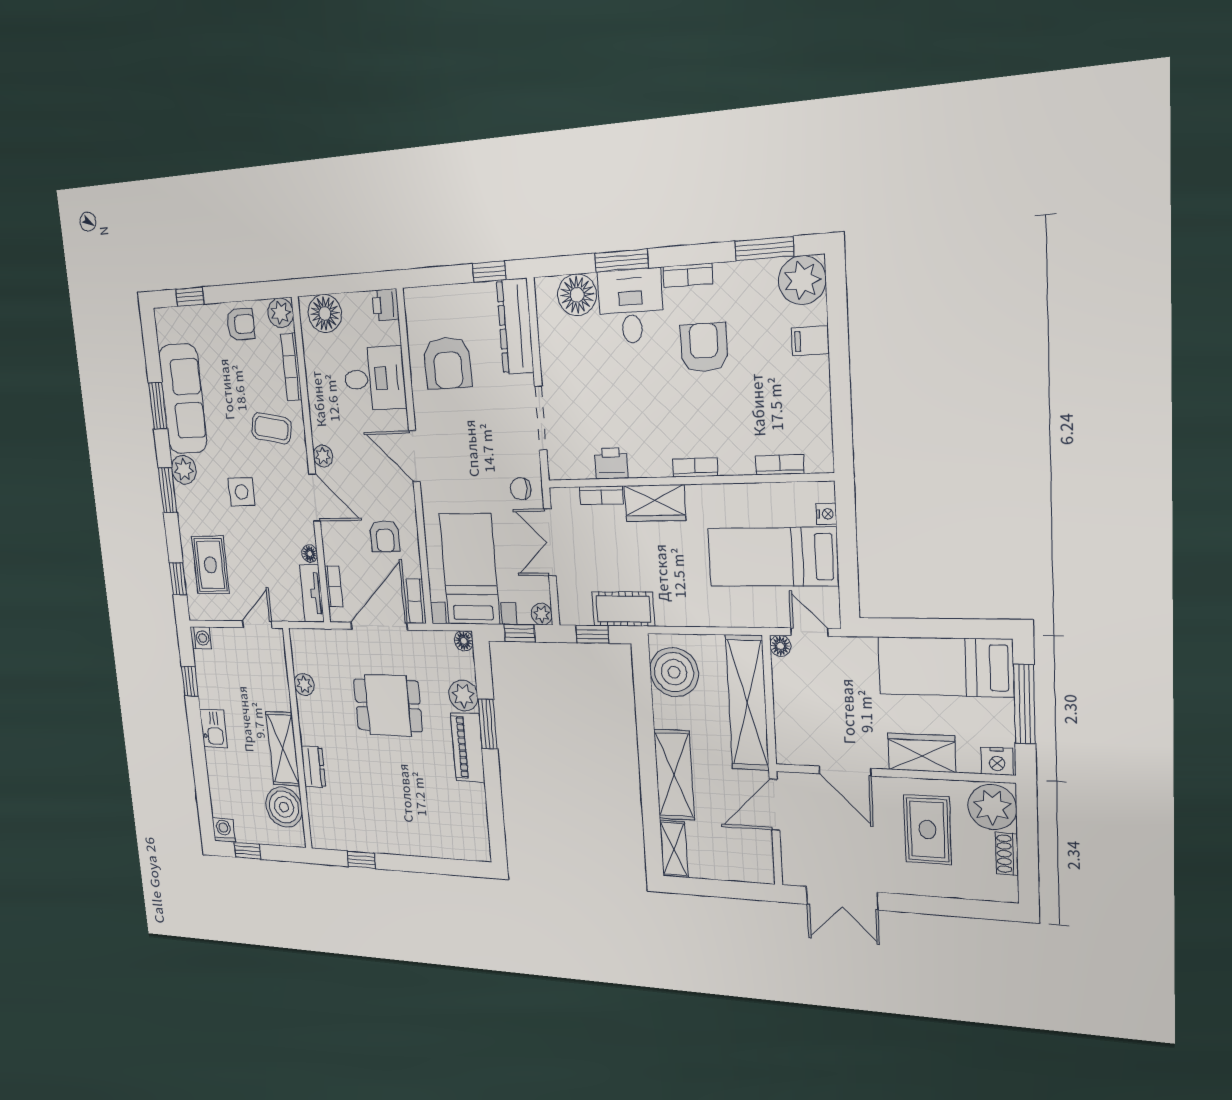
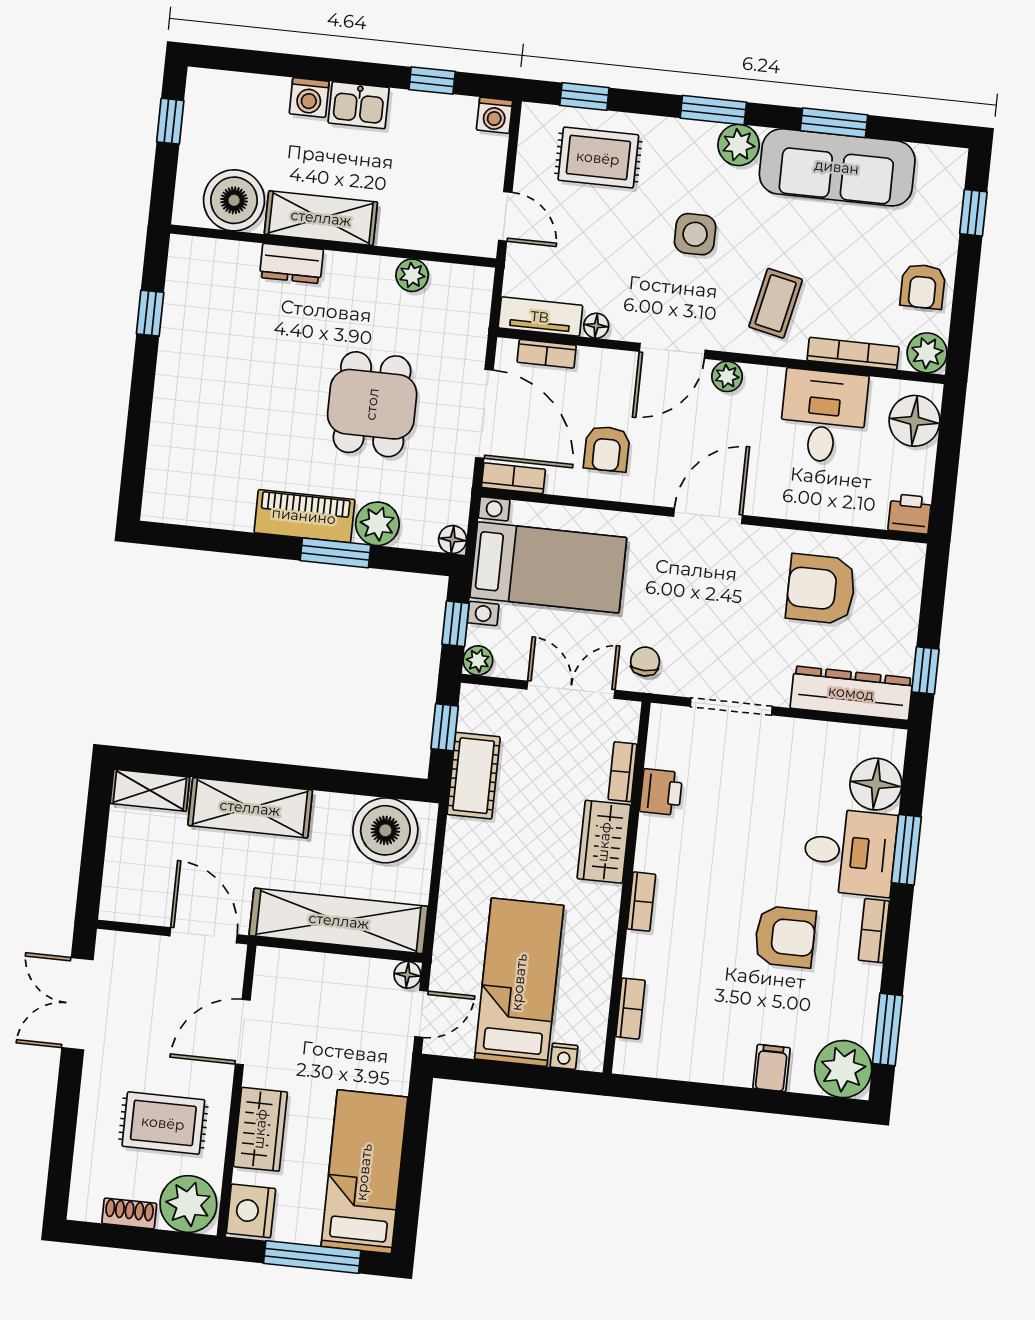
desk: (375, 379) -> (823, 416), moved, turned 180
armchair: (385, 536) -> (607, 449), turned -90
nightstand: (997, 761) -> (251, 1211), width x1.36, depth x1.33
washing machine: (224, 830) -> (309, 97), moved, turned 90

